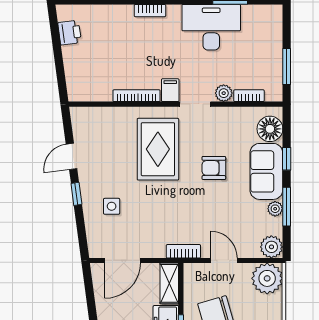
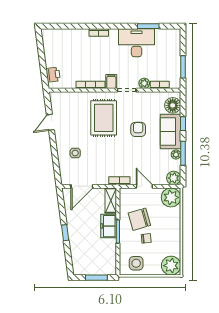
printer: (70, 33) -> (53, 75), moved
armchair: (214, 168) -> (138, 129), turned 90
window: (76, 194) -> (54, 145), removed

